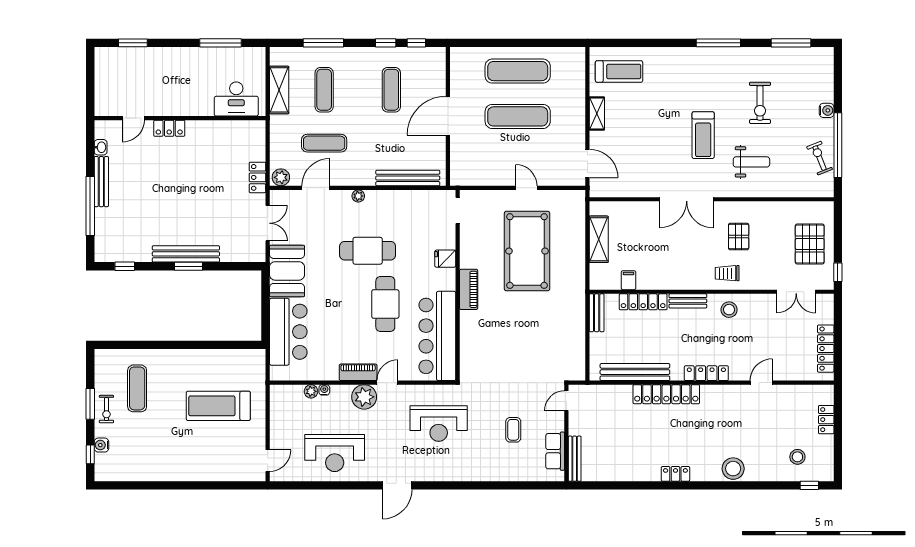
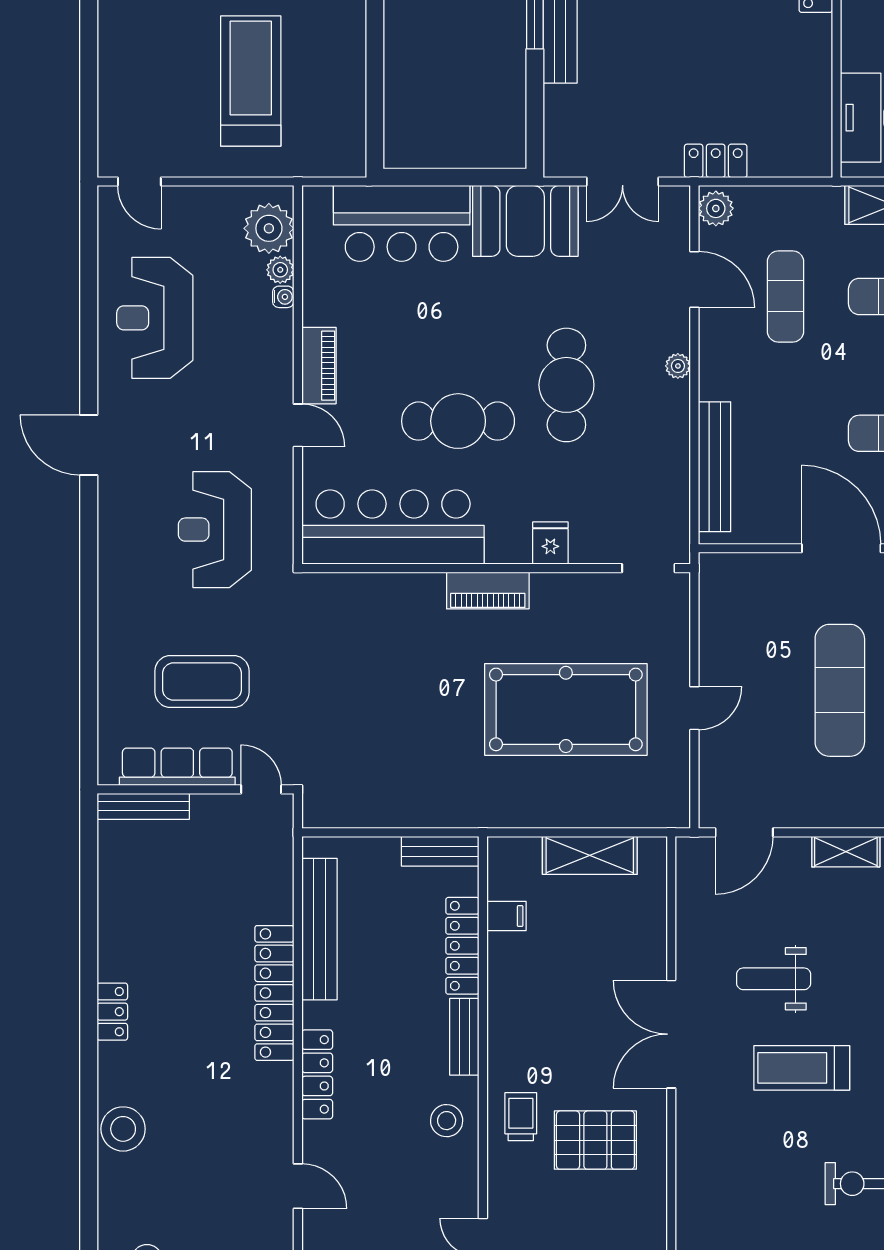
weight bench: (751, 162) -> (774, 979), moved, turned 90
pallet: (739, 237) -> (595, 1140), width x1.50, depth x1.42
plant: (364, 397) -> (269, 228), moved
coffee table: (513, 430) -> (202, 682), width x1.86, depth x1.72
row of seats: (555, 451) -> (177, 767), width x1.48

